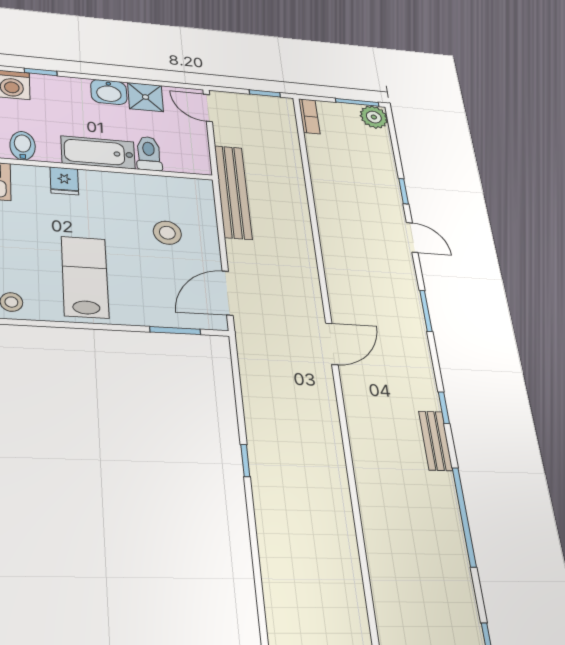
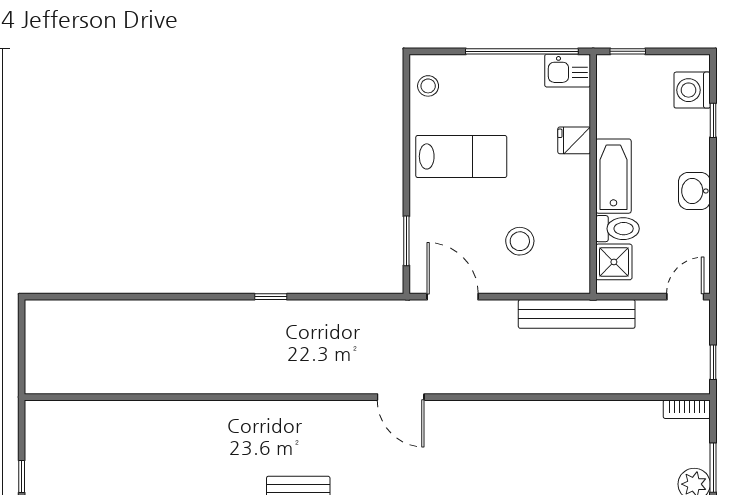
shower: (146, 97) -> (614, 262), moved
bidet: (23, 146) -> (614, 100), removed

